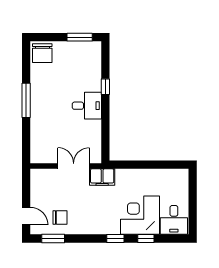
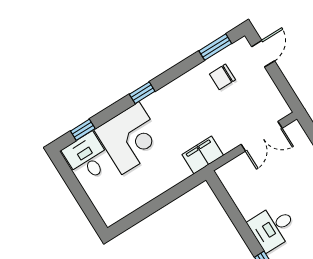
double door: (74, 166) -> (262, 136), moved
door: (26, 216) -> (263, 54), swing flipped
window: (146, 239) -> (83, 130), moved

